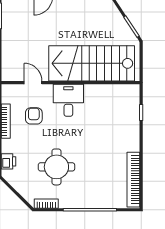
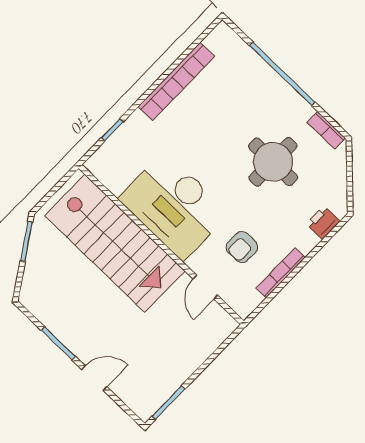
desk: (68, 100) -> (174, 206), width x1.87, depth x1.30
bookcase: (133, 180) -> (176, 82), moved

